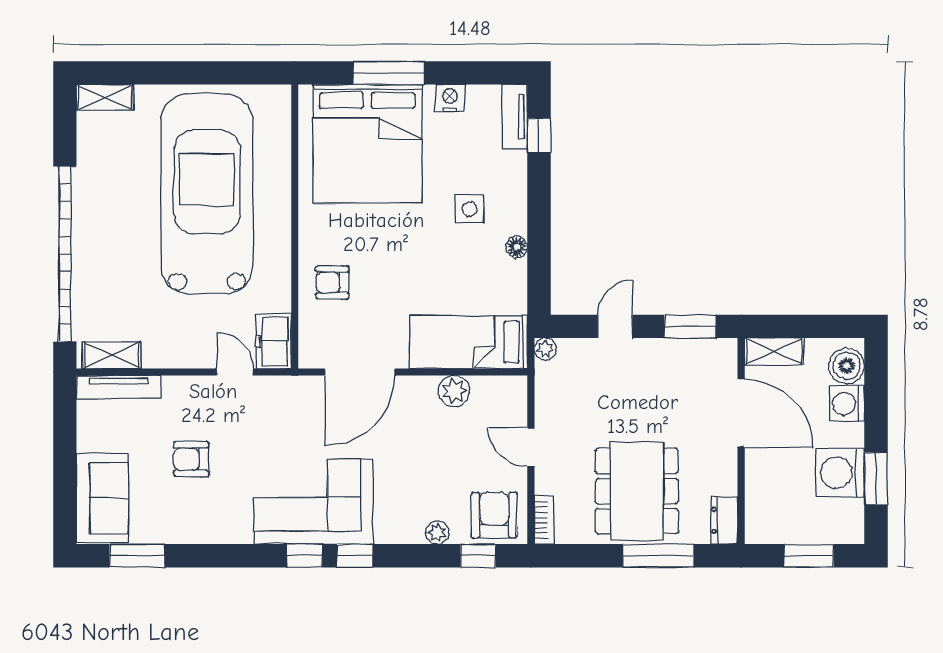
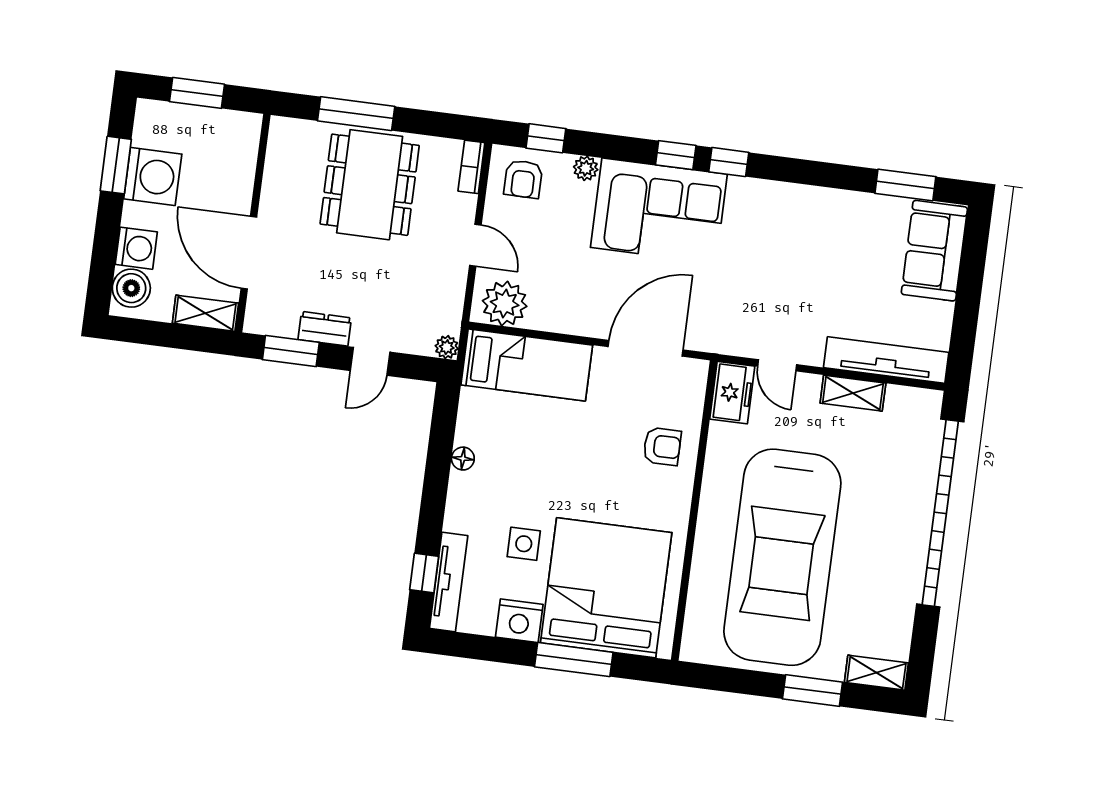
window: (163, 73) -> (812, 691), added
nightstand: (450, 98) -> (519, 621), width x1.36, depth x1.33
tv unit: (515, 117) -> (449, 582), width x1.41
side table: (470, 209) -> (524, 544), moved
shelving: (112, 355) -> (853, 393), moved
tv unit: (119, 387) -> (886, 360), width x1.36, depth x1.29
plant: (454, 391) -> (505, 304), moved, width x1.36, depth x1.36
armchair: (191, 459) -> (835, 279), removed
corner sofa: (313, 502) -> (659, 211), moved
armchair: (494, 515) -> (523, 179), width x0.72, depth x0.72
dresser: (724, 520) -> (325, 329), moved, turned -90

